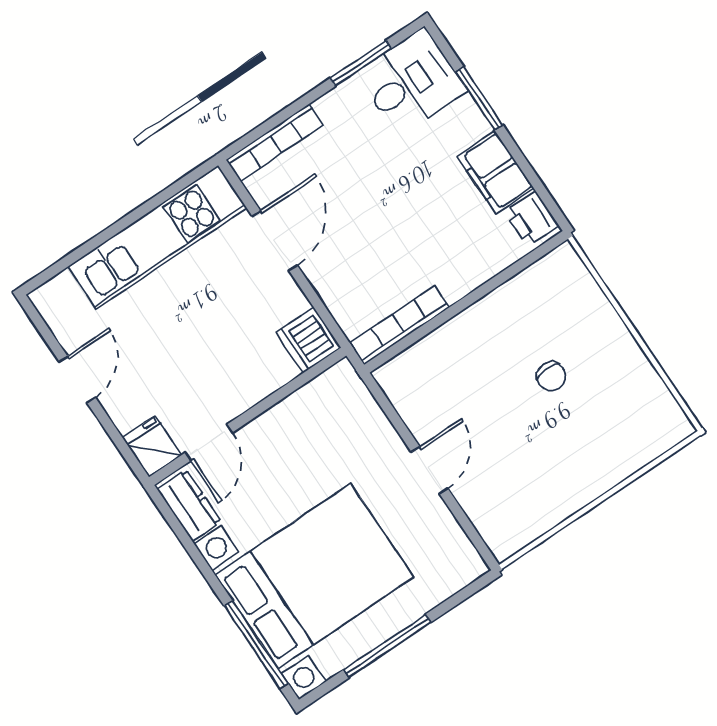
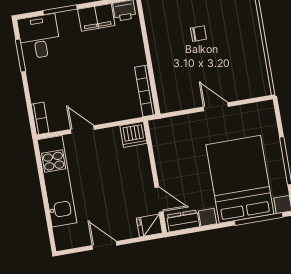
bookcase: (275, 142) -> (40, 118), width x0.64
door: (275, 241) -> (82, 130), width x0.73

